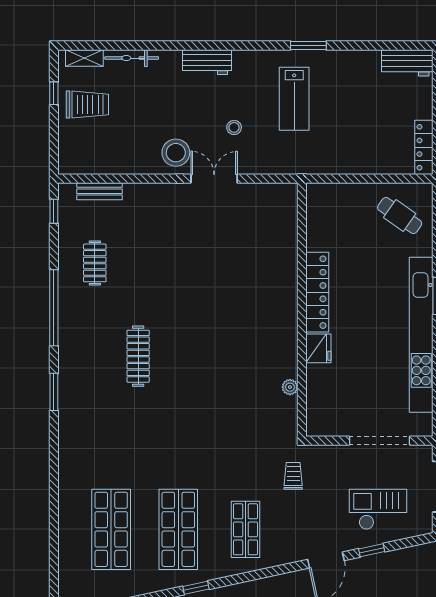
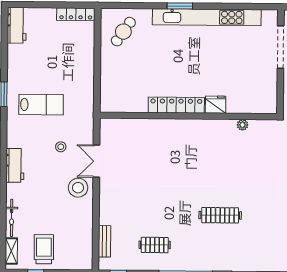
locker: (317, 292) -> (176, 105), moved
wall: (302, 310) -> (188, 116), moved
fridge: (318, 348) -> (216, 105), moved
plant: (290, 387) -> (243, 125), moved

